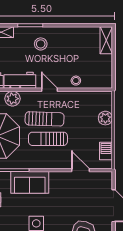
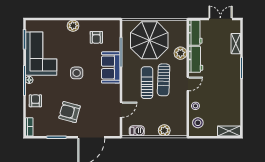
stool: (41, 44) -> (198, 123), moved

